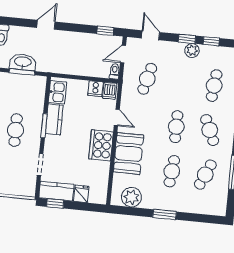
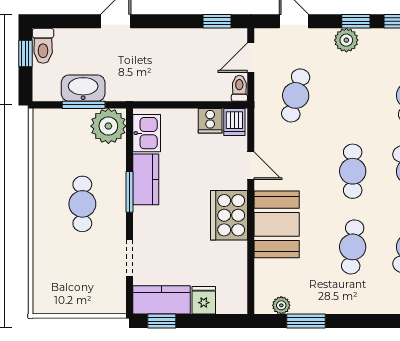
plant: (192, 51) -> (346, 40), moved
plant: (35, 86) -> (108, 126), added
plant: (131, 197) -> (281, 305), width x0.53, depth x0.53
window: (165, 214) -> (306, 321), moved

